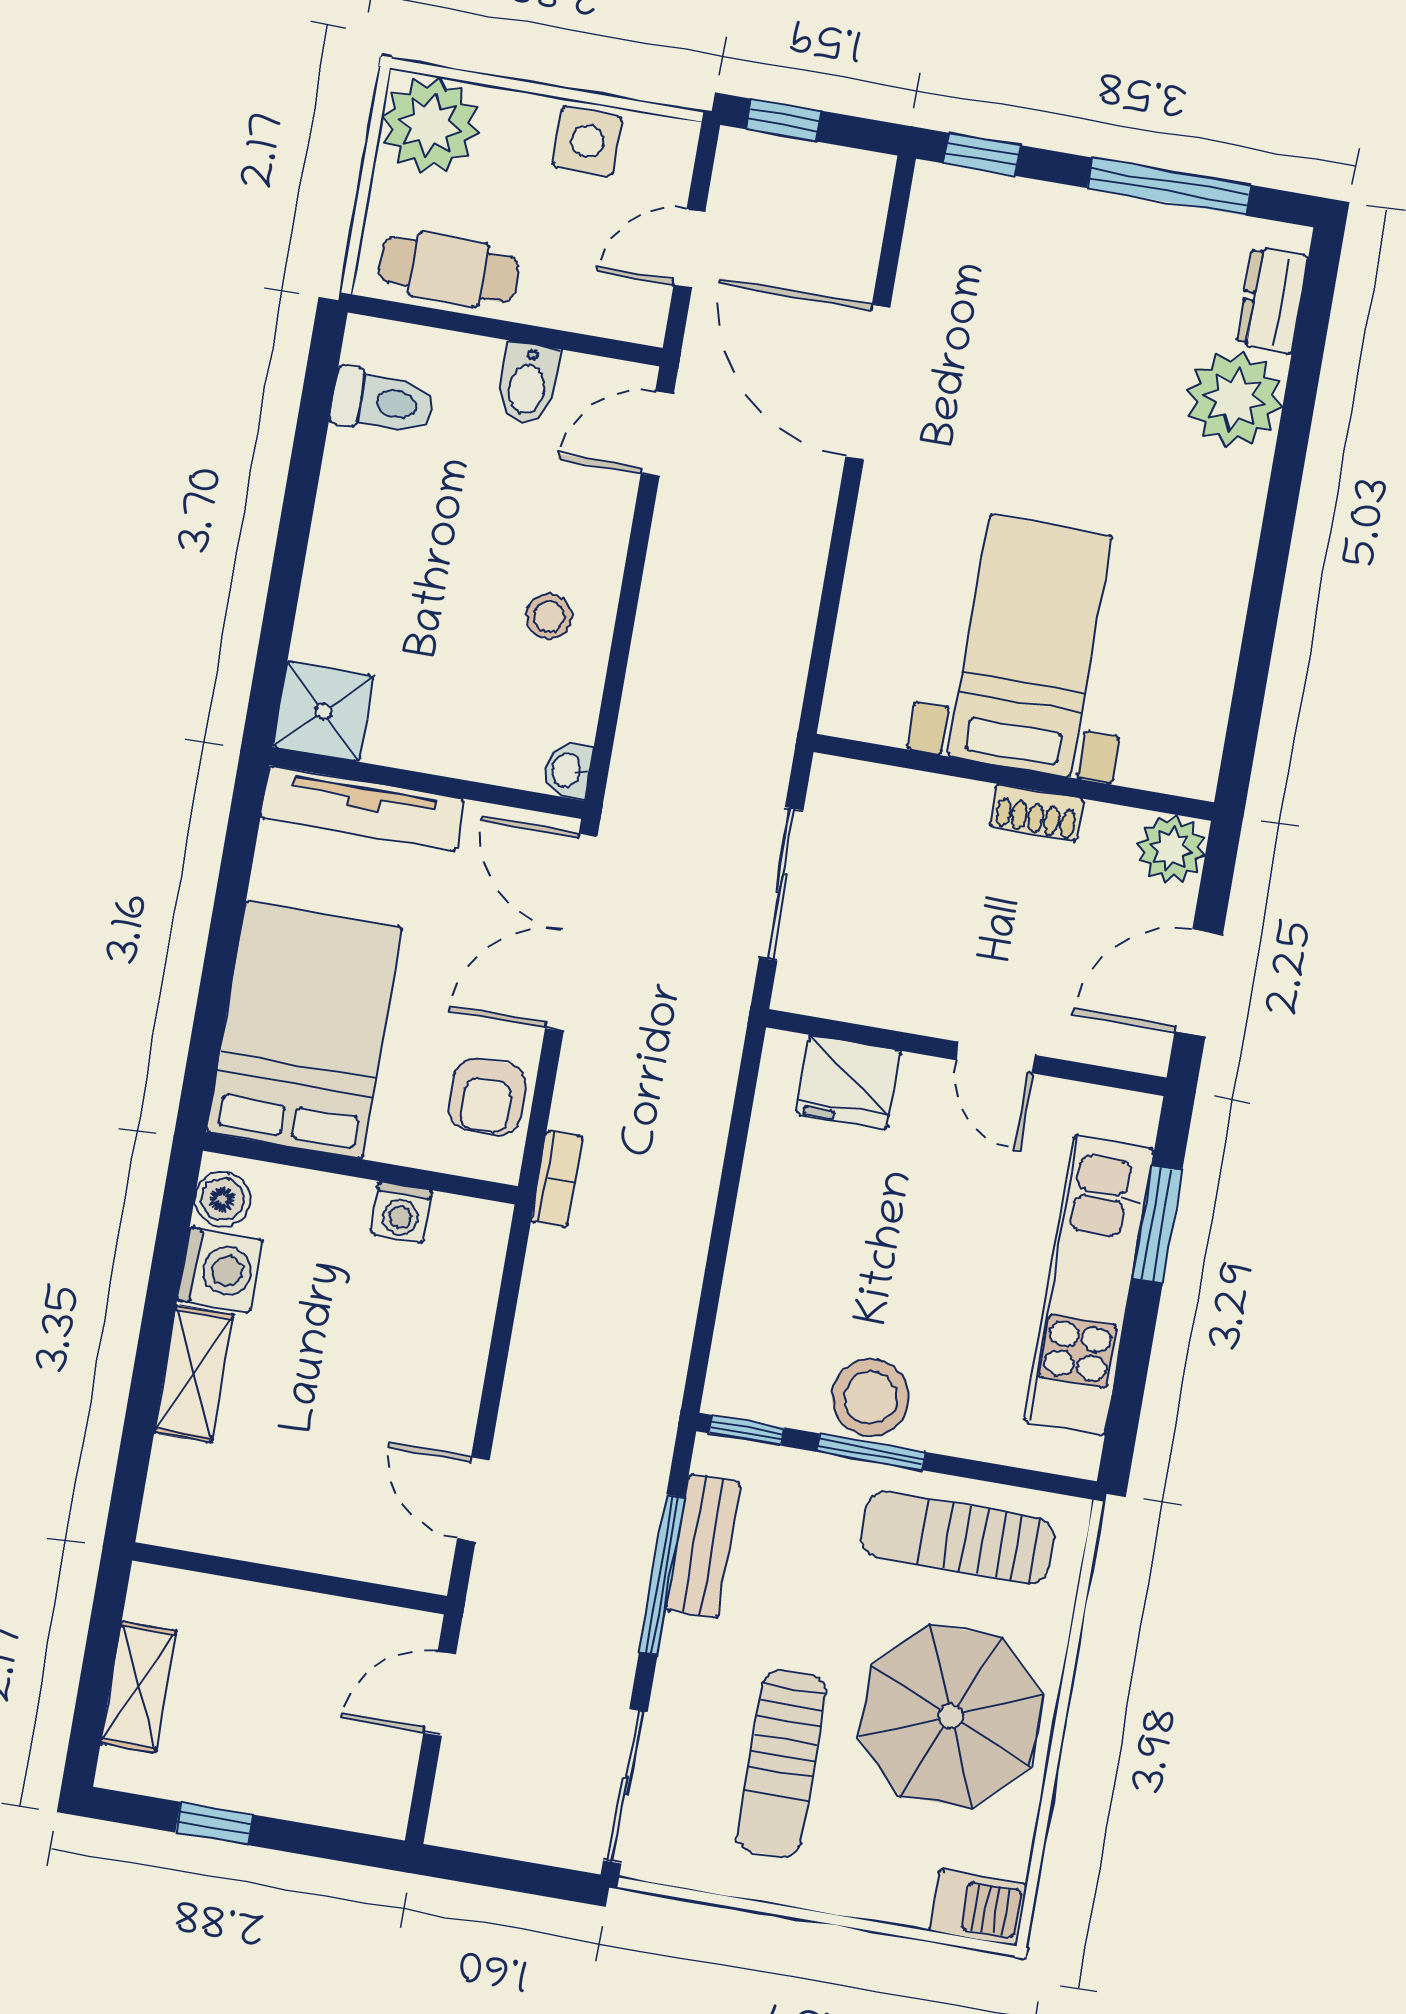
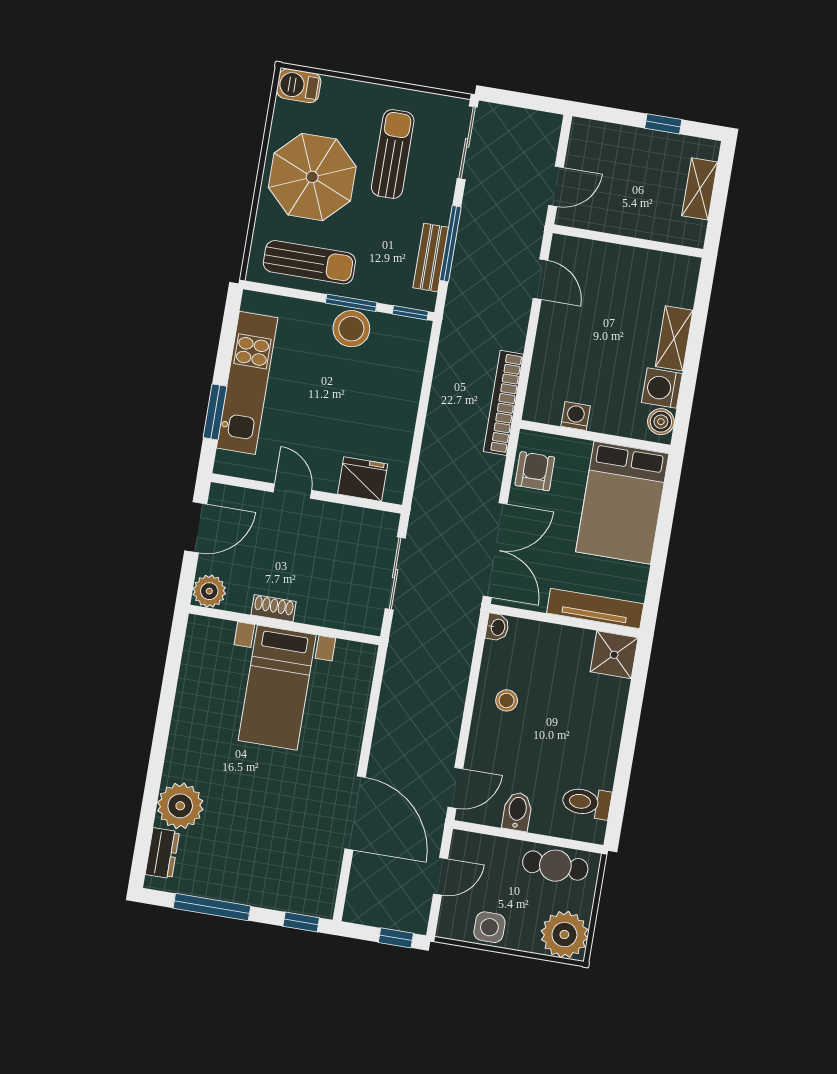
bookcase: (557, 1179) -> (503, 403), width x2.31, depth x1.31

